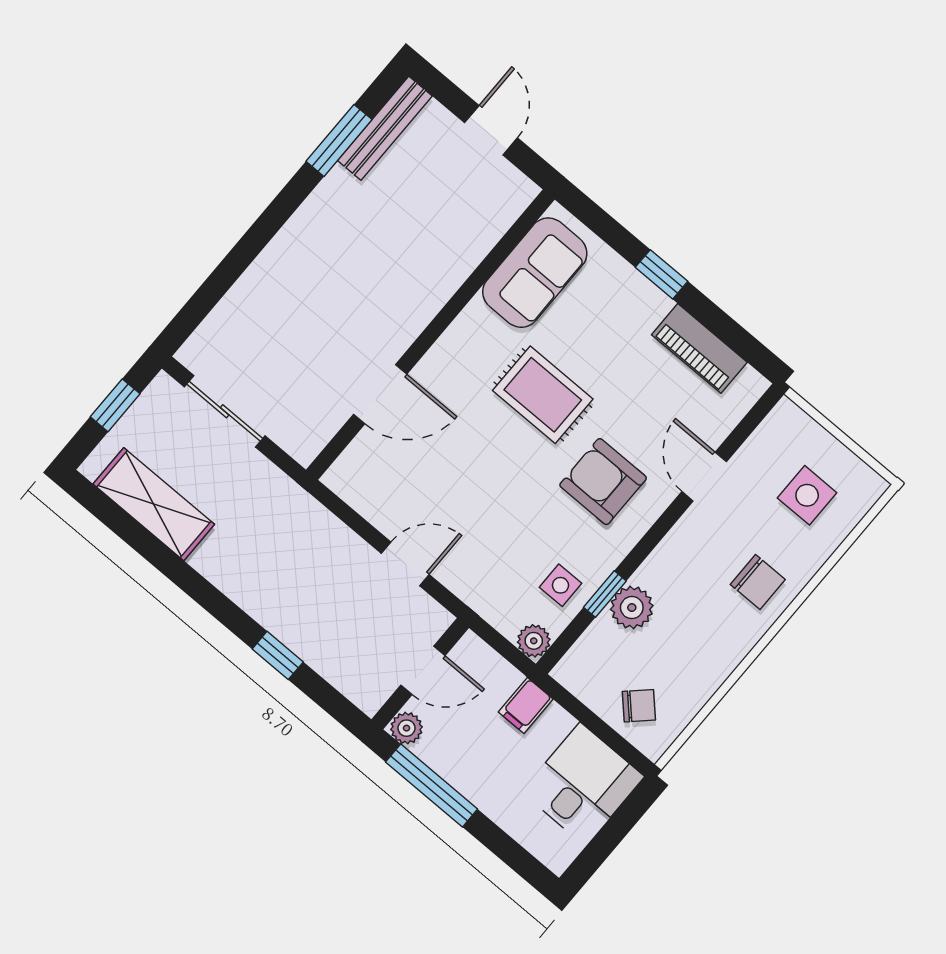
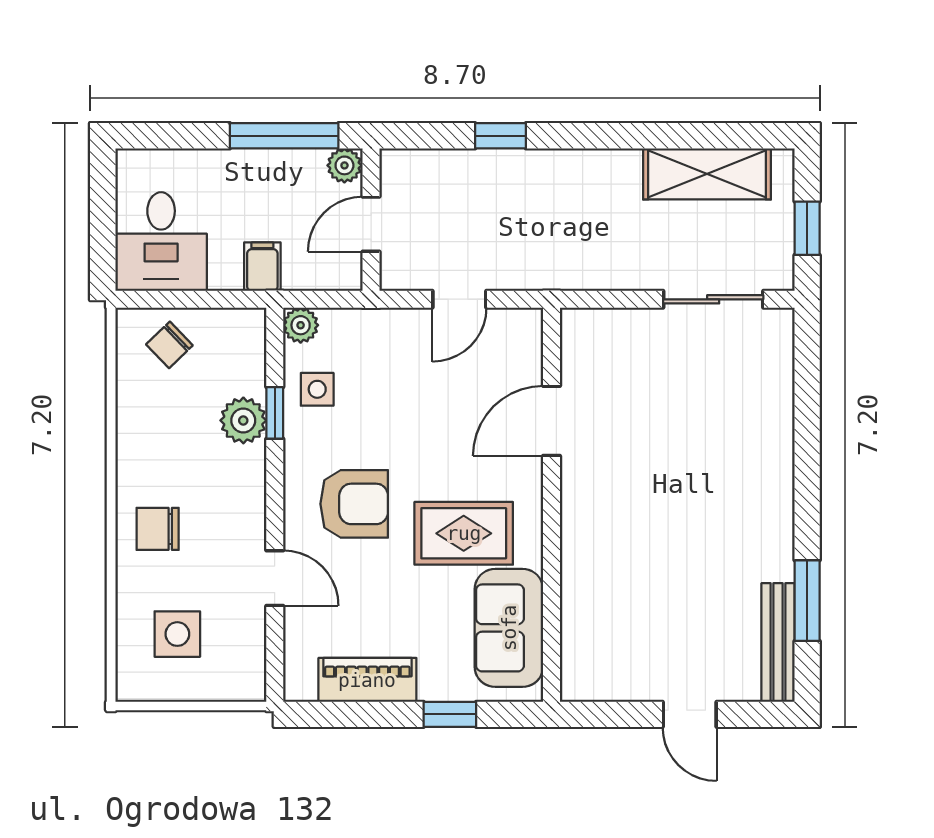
sofa: (535, 273) -> (509, 628), moved
wall: (430, 335) -> (551, 505), moved
door: (380, 394) -> (551, 421), moved

